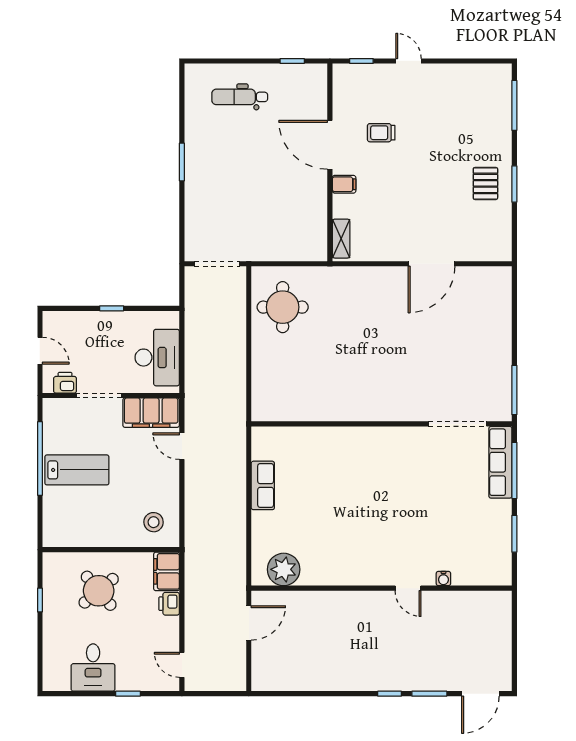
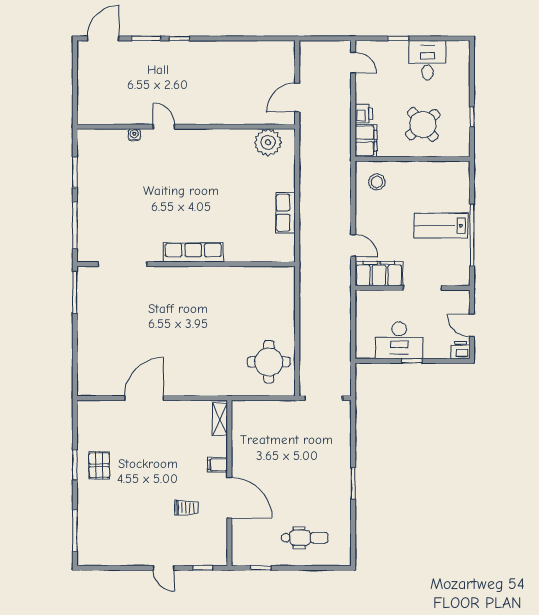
desk: (157, 358) -> (399, 340), moved, turned -90
printer: (65, 383) -> (460, 350), moved, turned 180
row of seats: (500, 462) -> (193, 252), moved, turned -90

